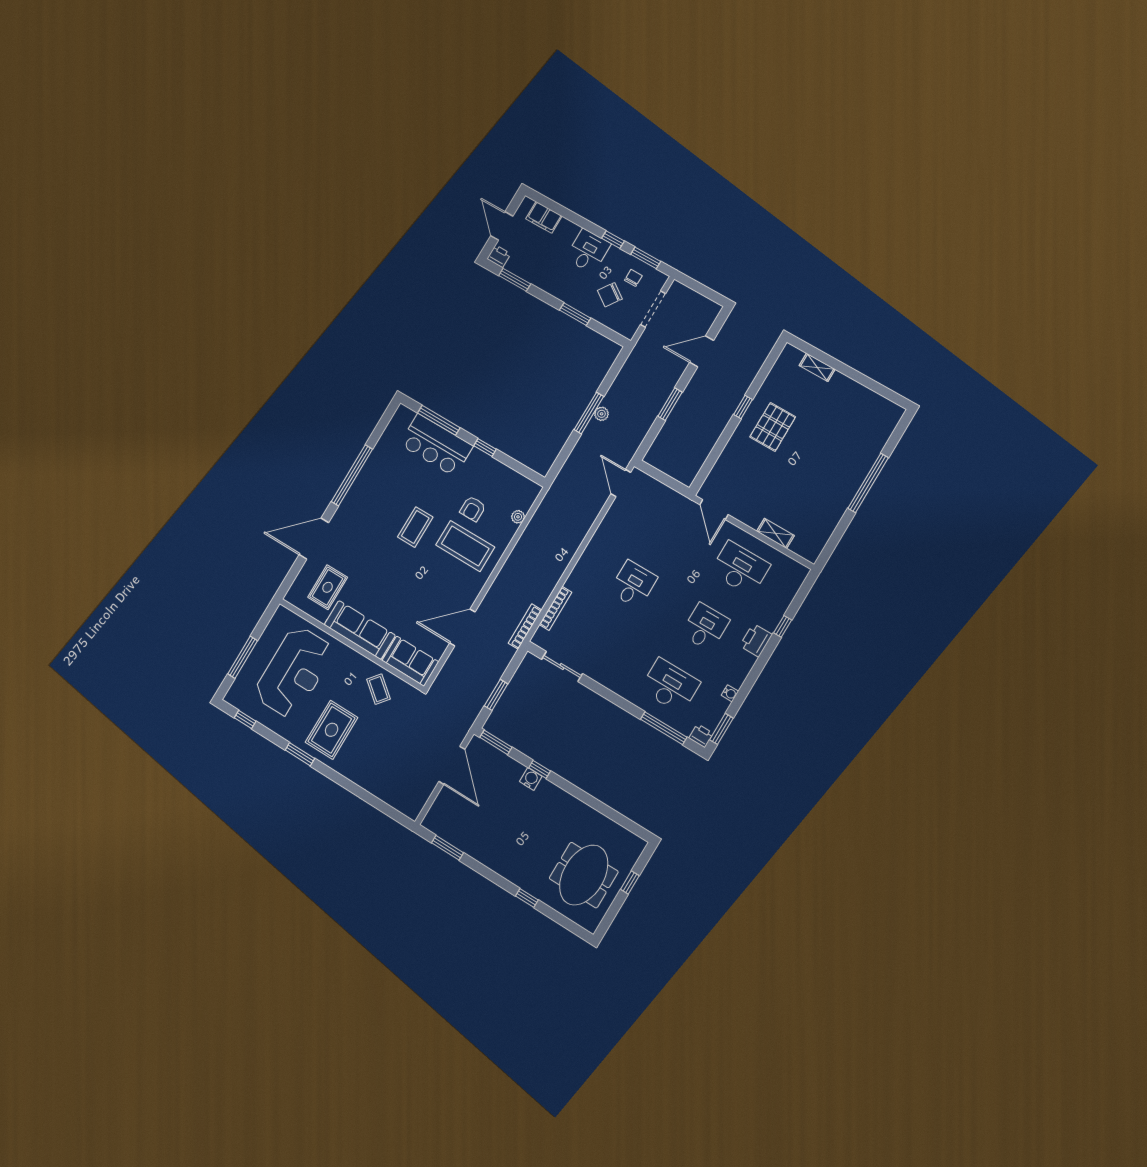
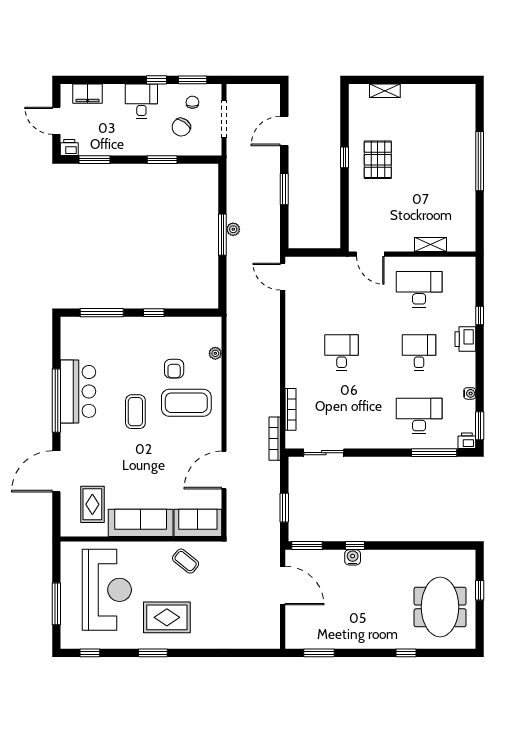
bar counter: (436, 445) -> (78, 391), moved, turned -90
rug: (332, 730) -> (167, 617), turned 90

